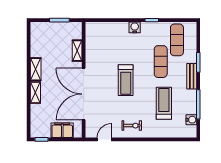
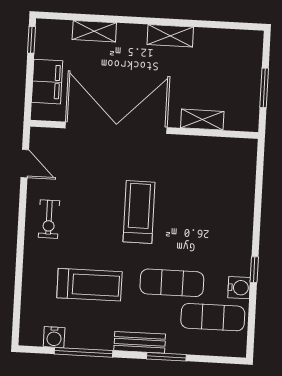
water cooler: (135, 27) -> (239, 288), moved
treadmill: (126, 80) -> (139, 212), turned 90
shelving: (35, 93) -> (94, 31), moved

